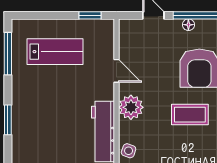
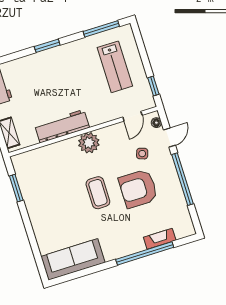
floor lamp: (188, 25) -> (156, 123), moved
door: (116, 71) -> (132, 116), moved
side table: (129, 151) -> (142, 154), moved

